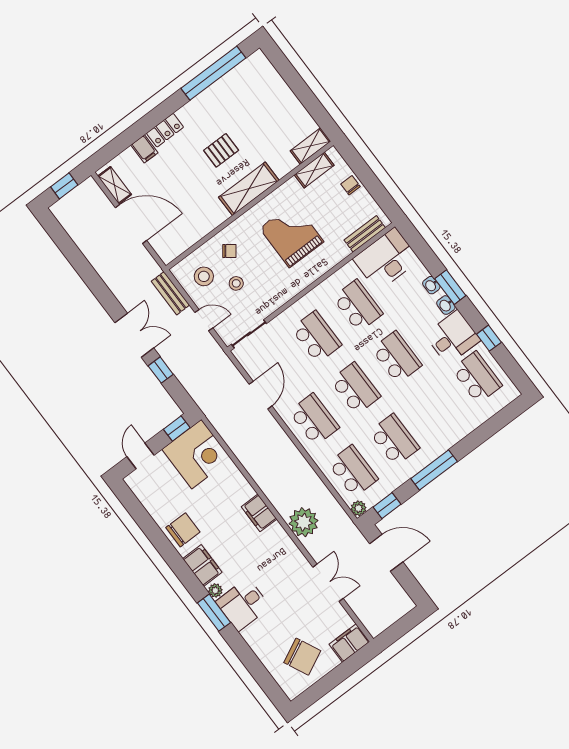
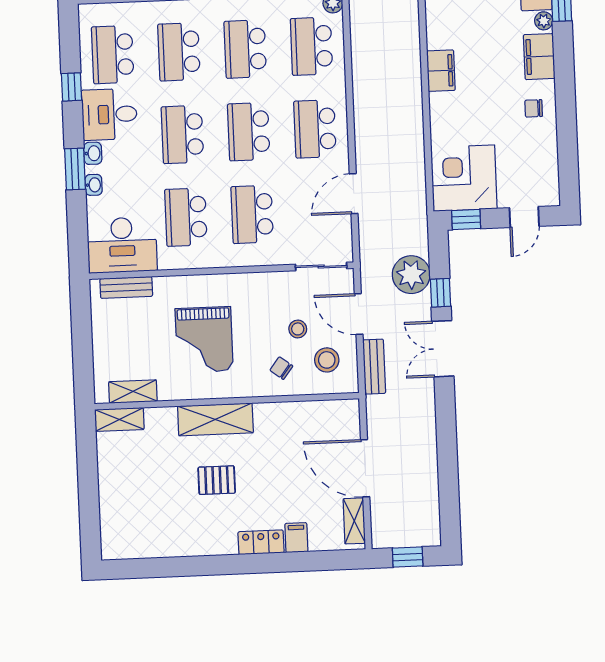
window: (213, 73) -> (168, 567), removed
chair: (350, 185) -> (106, 349), removed
door: (204, 320) -> (359, 314), width x1.38
school desk: (436, 409) -> (179, 52), added
plant: (304, 522) -> (411, 275), moved
chair: (183, 530) -> (534, 108), width x0.54, depth x0.54

